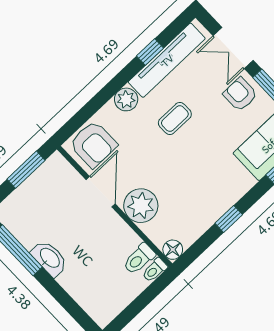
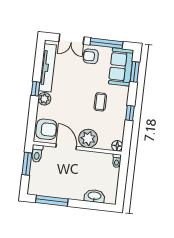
window: (150, 52) -> (36, 89), moved
coffee table: (175, 118) -> (100, 102), moved
washbasin: (49, 258) -> (94, 196), moved
toilet: (139, 259) -> (37, 154), moved

